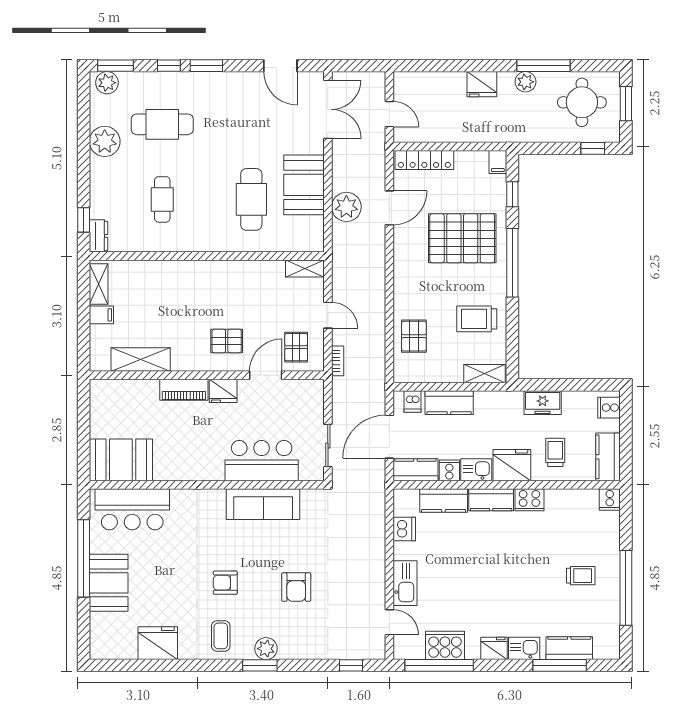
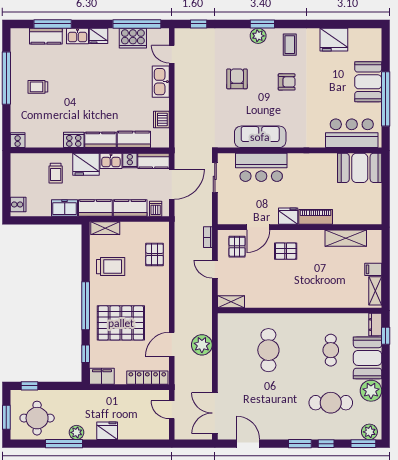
filing cabinet: (498, 162) -> (102, 376), width x2.00
booth: (304, 185) -> (368, 358), moved
kitchen counter: (608, 457) -> (95, 208), moved, turned -90

